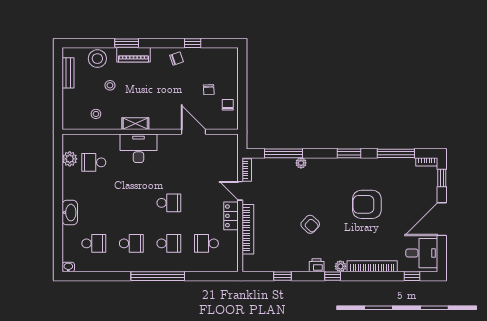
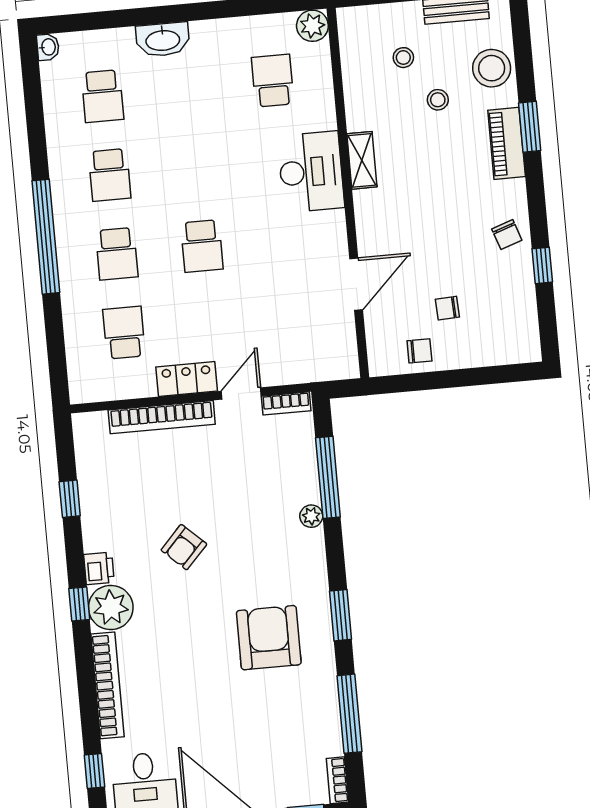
stool: (96, 114) -> (403, 58), moved
plant: (70, 159) -> (312, 26), moved
armchair: (367, 204) -> (269, 638), moved
plant: (340, 266) -> (111, 607), width x1.87, depth x1.87

